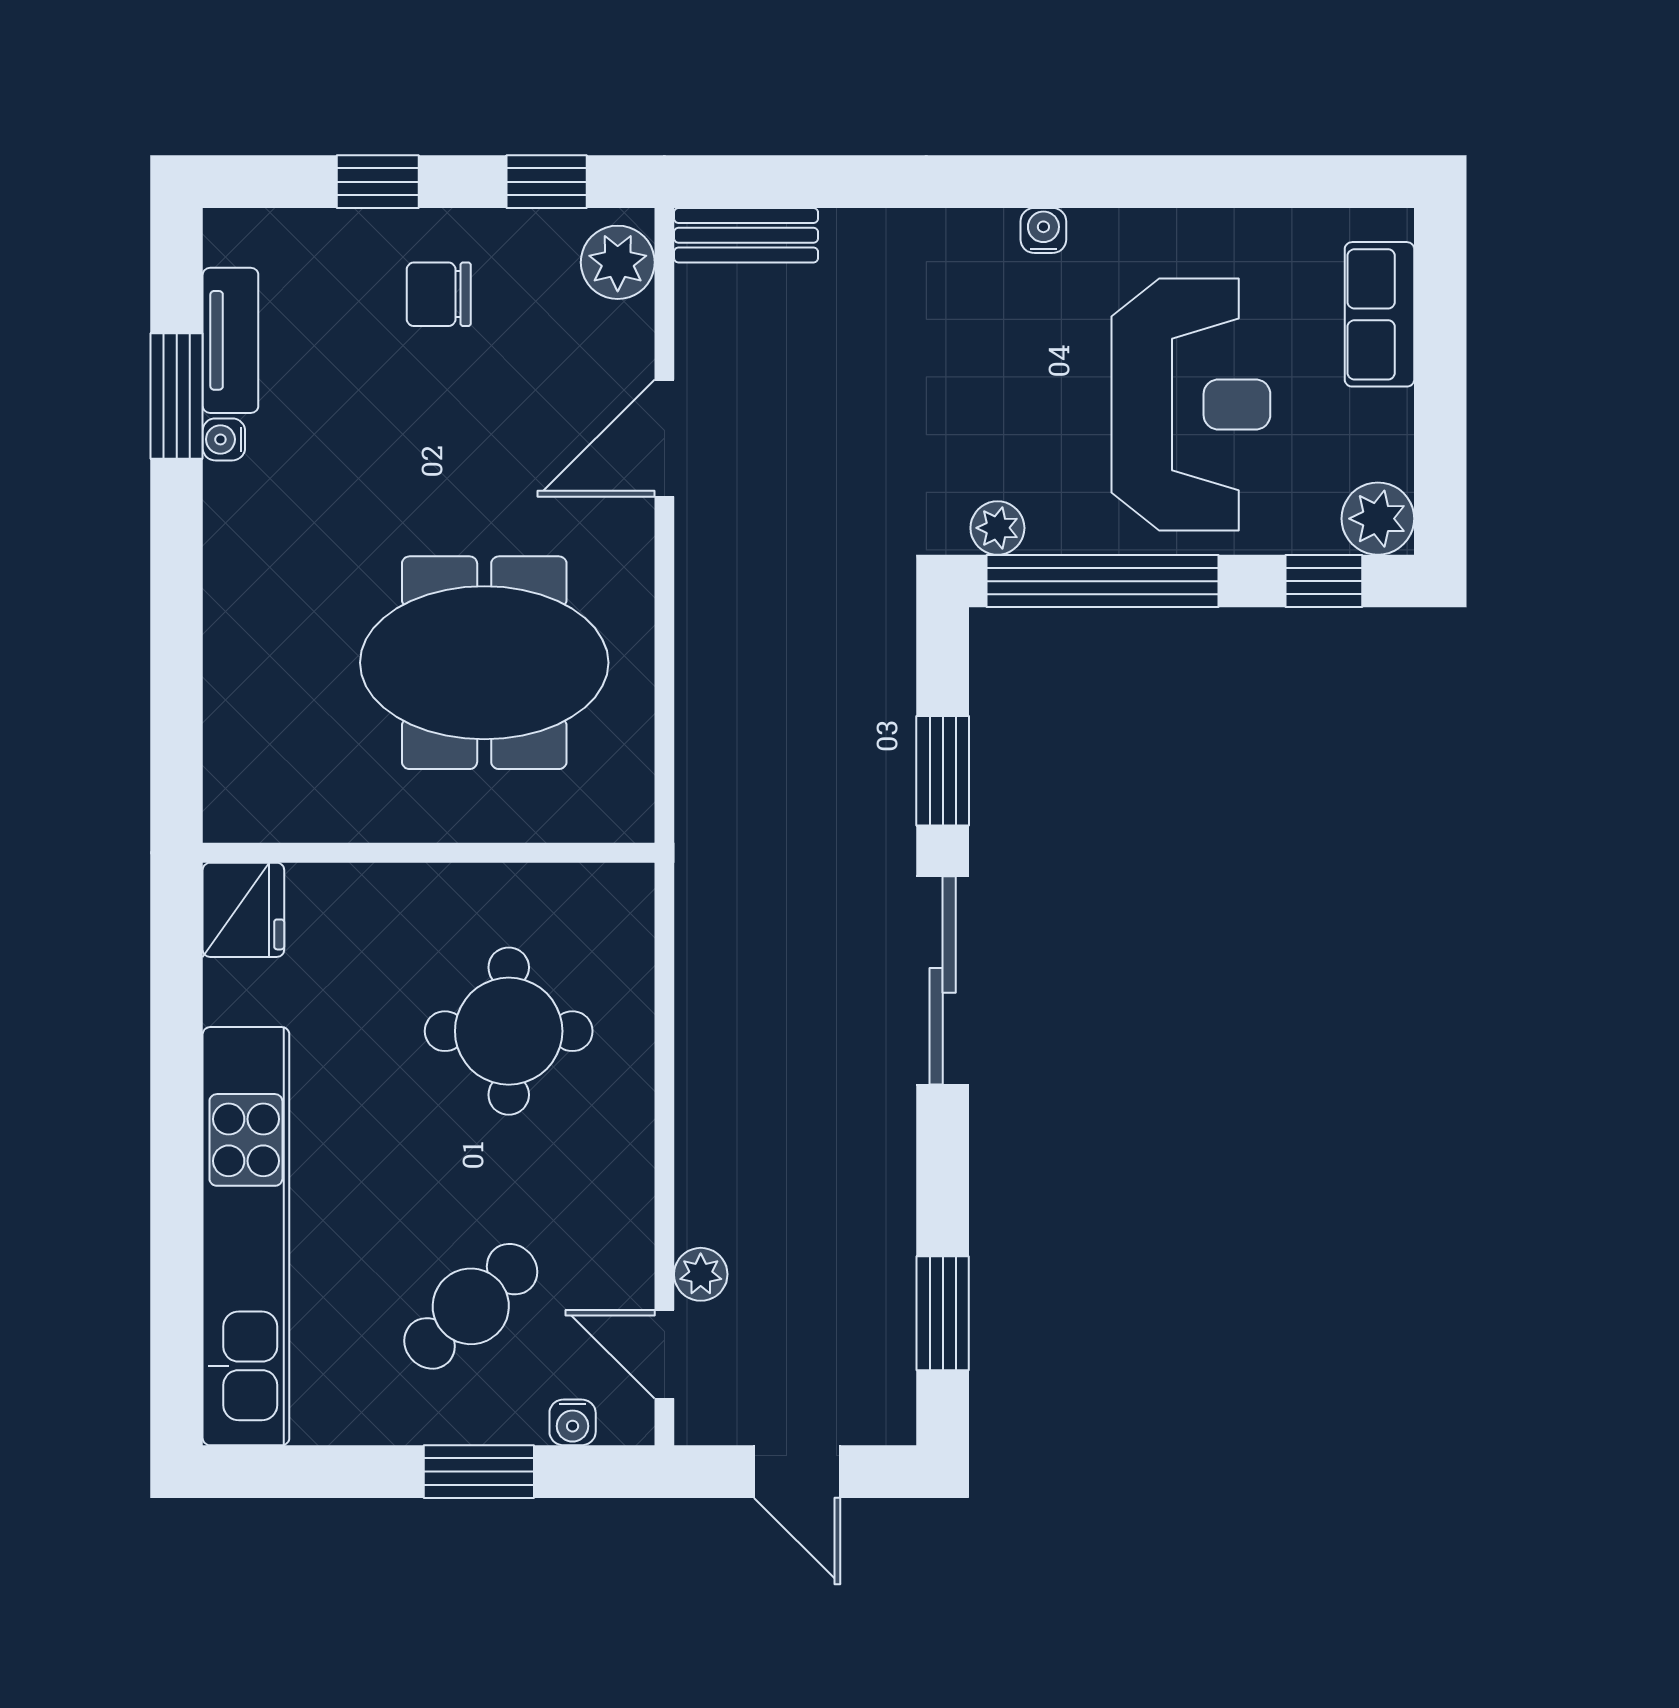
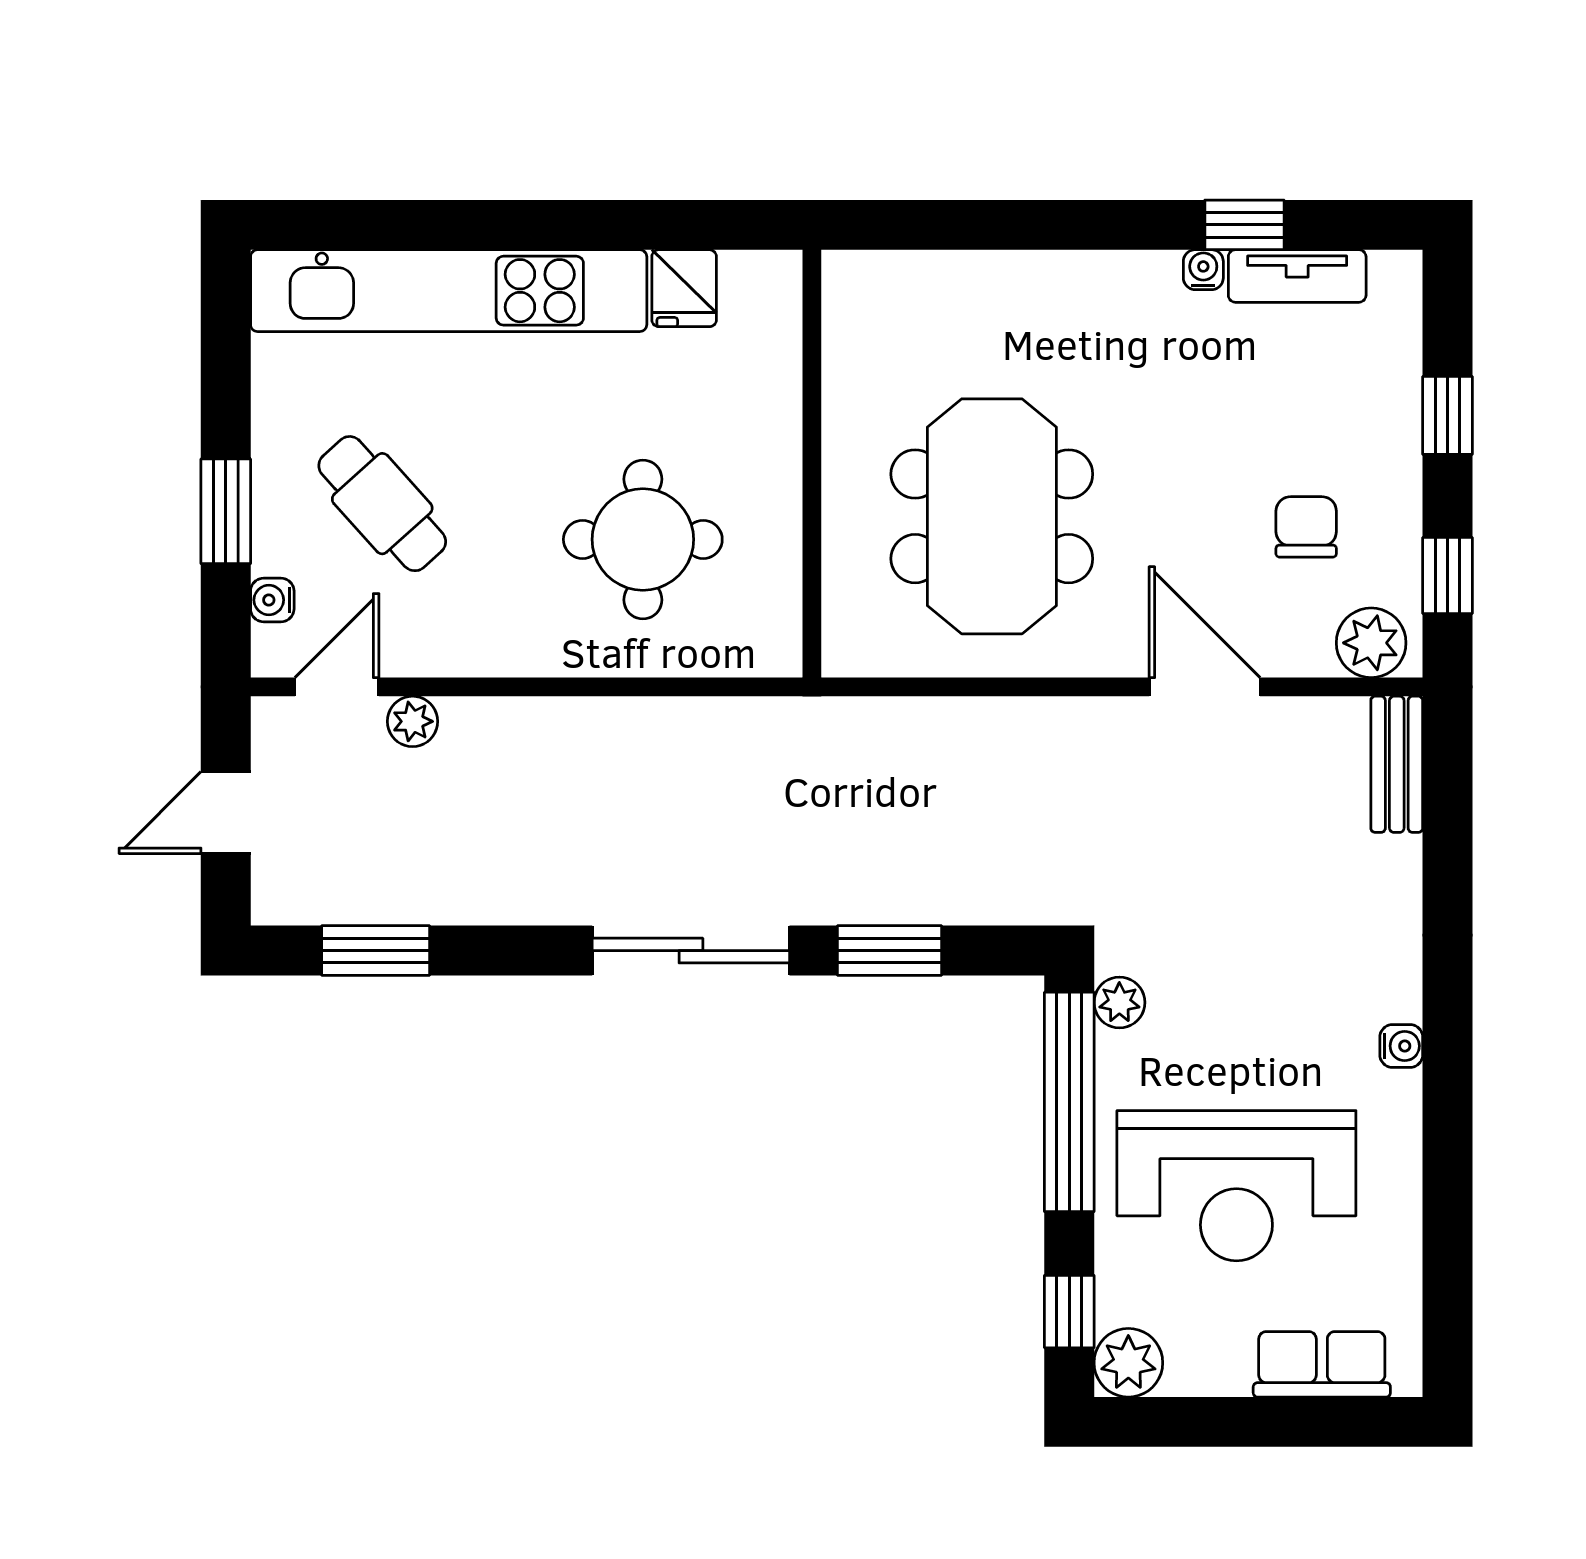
chair: (439, 294) -> (1306, 527), moved
window: (177, 396) -> (1244, 225), width x0.67
fridge: (243, 910) -> (684, 288), moved, width x0.72

